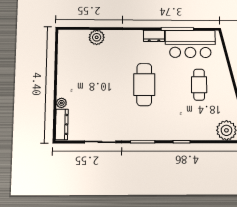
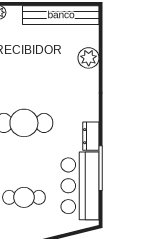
bench: (65, 57) -> (61, 15), added

